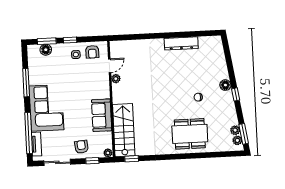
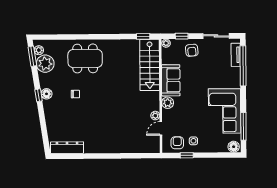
window: (70, 40) -> (187, 155), moved
window: (47, 41) -> (222, 155), removed
dresser: (181, 43) -> (67, 148), moved
floor lamp: (46, 50) -> (234, 147), moved
window: (26, 83) -> (243, 126), moved
floor lamp: (225, 85) -> (47, 94), moved
plant: (104, 92) -> (168, 103), added
corner sofa: (46, 108) -> (225, 111), moved
plant: (235, 130) -> (45, 64), width x1.87, depth x1.87

